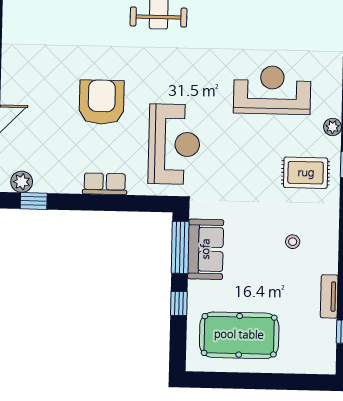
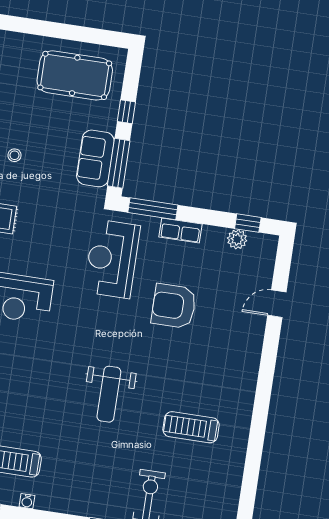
armchair: (102, 102) -> (174, 306), turned 90
plant: (22, 182) -> (237, 239), moved
window: (137, 203) -> (153, 209), added

